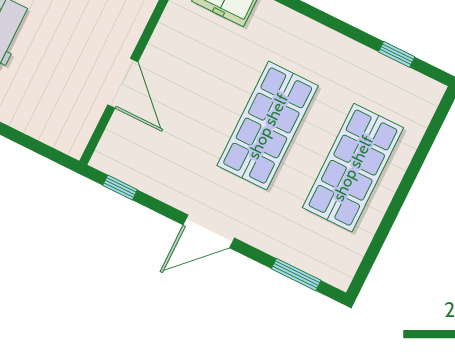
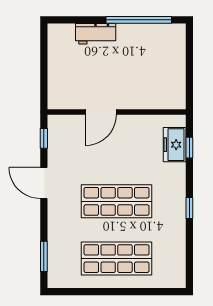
window: (397, 54) -> (189, 208), moved
door: (209, 231) -> (44, 183), moved

